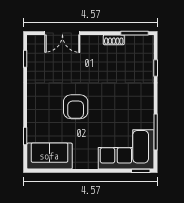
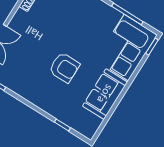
sofa: (49, 156) -> (105, 94), moved

